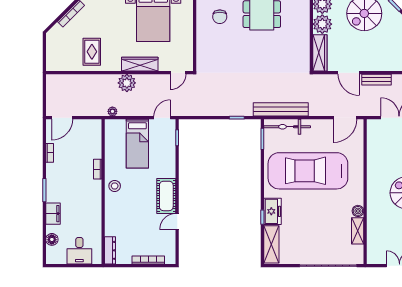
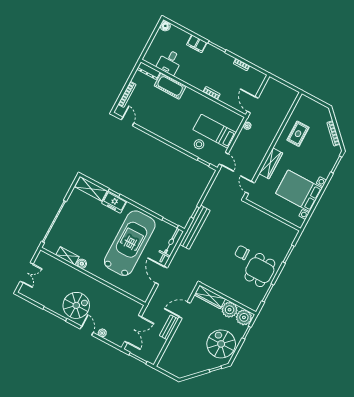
chair: (220, 17) -> (242, 253), moved
rug: (92, 52) -> (298, 134), turned 90
plant: (127, 83) -> (262, 147), removed
bench: (281, 109) -> (195, 227), moved
door: (62, 118) -> (253, 105), moved
door: (345, 118) -> (162, 275), moved
stool: (115, 186) -> (199, 144), moved
cot: (166, 196) -> (170, 86), moved
door: (177, 222) -> (128, 121), moved
floor lamp: (52, 239) -> (165, 26), moved
desk: (79, 251) -> (170, 62), moved, turned -90

